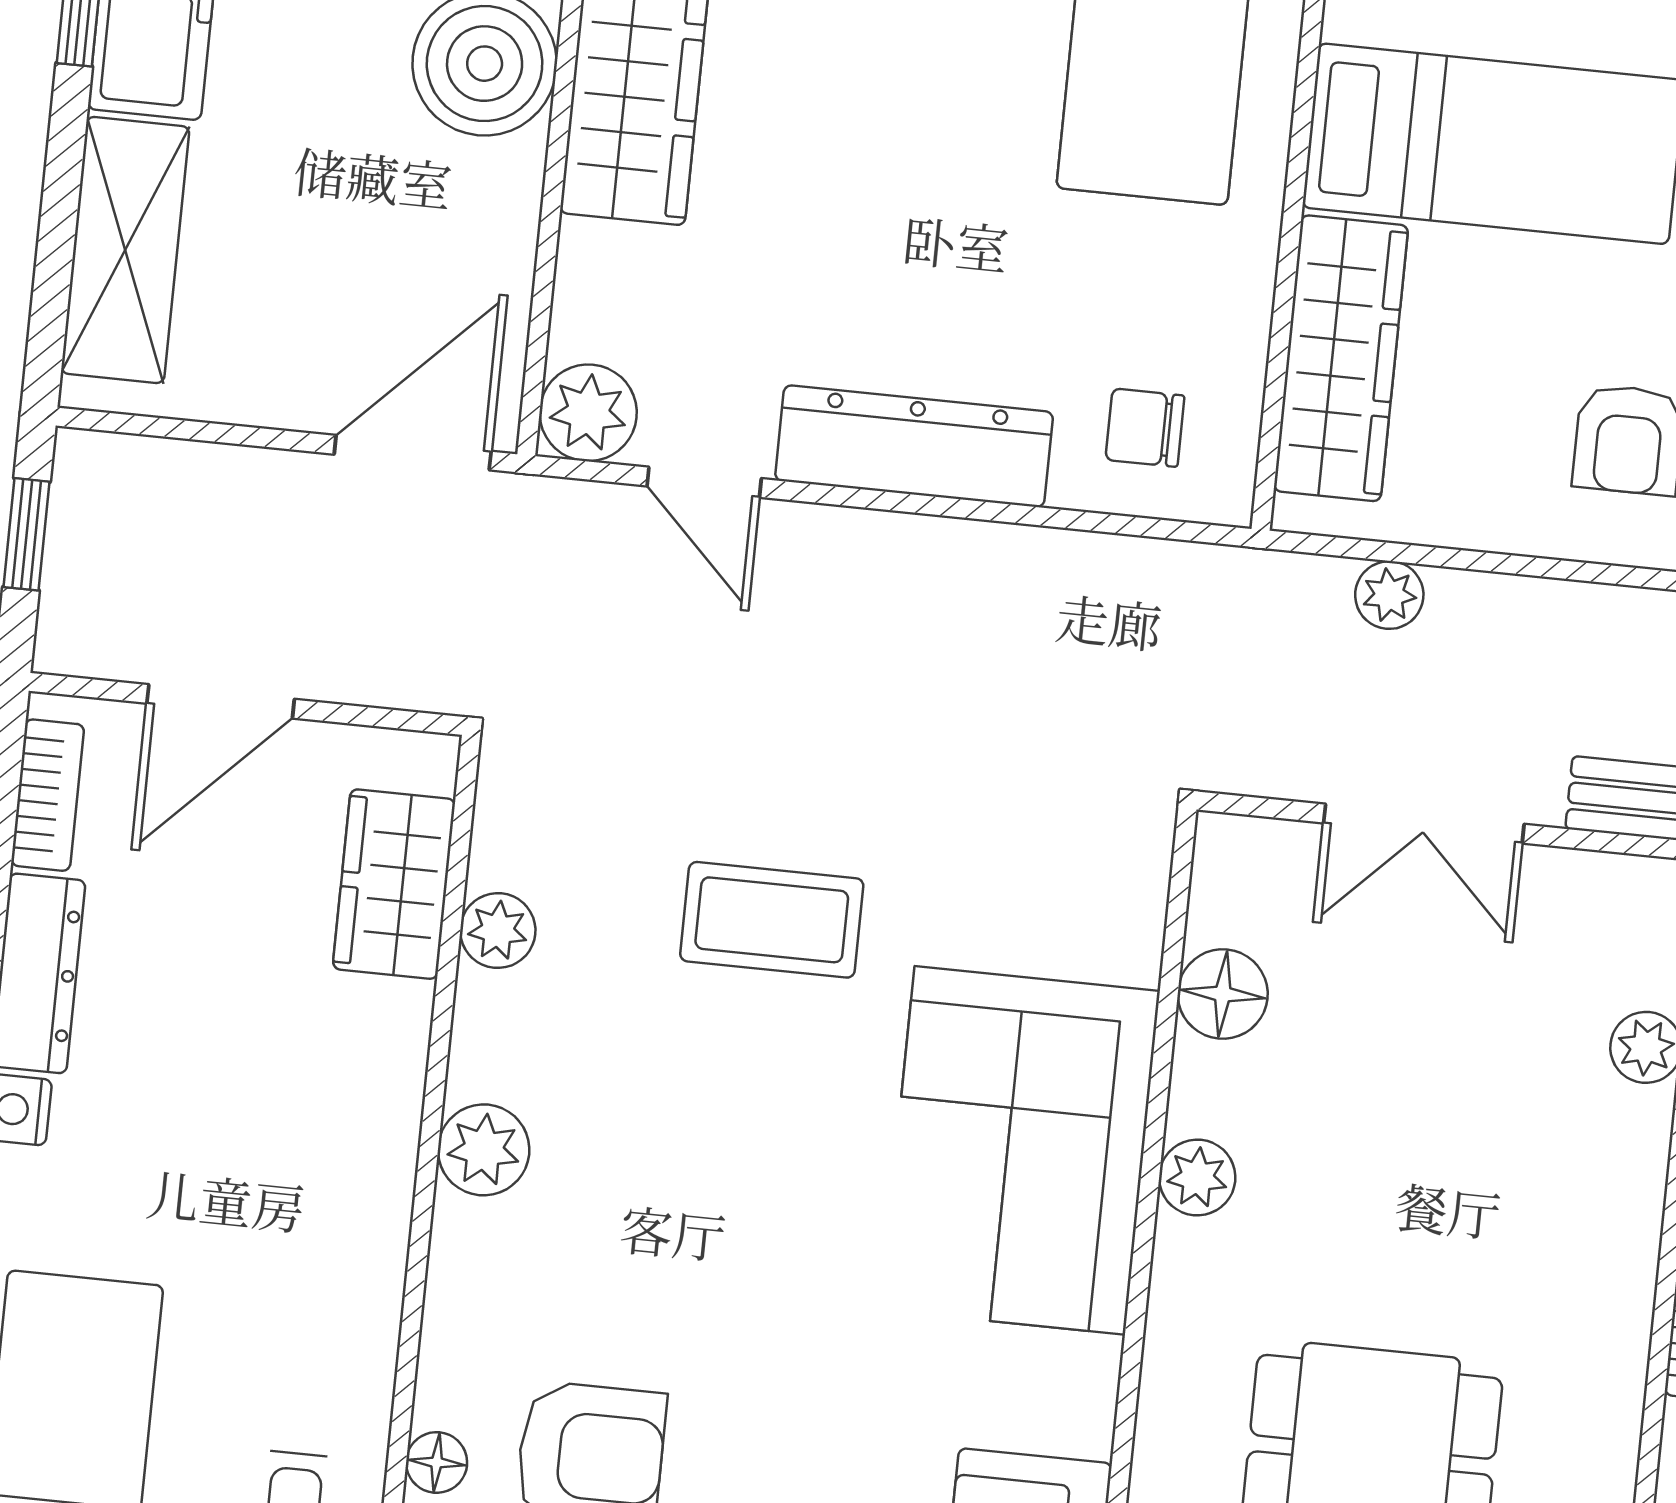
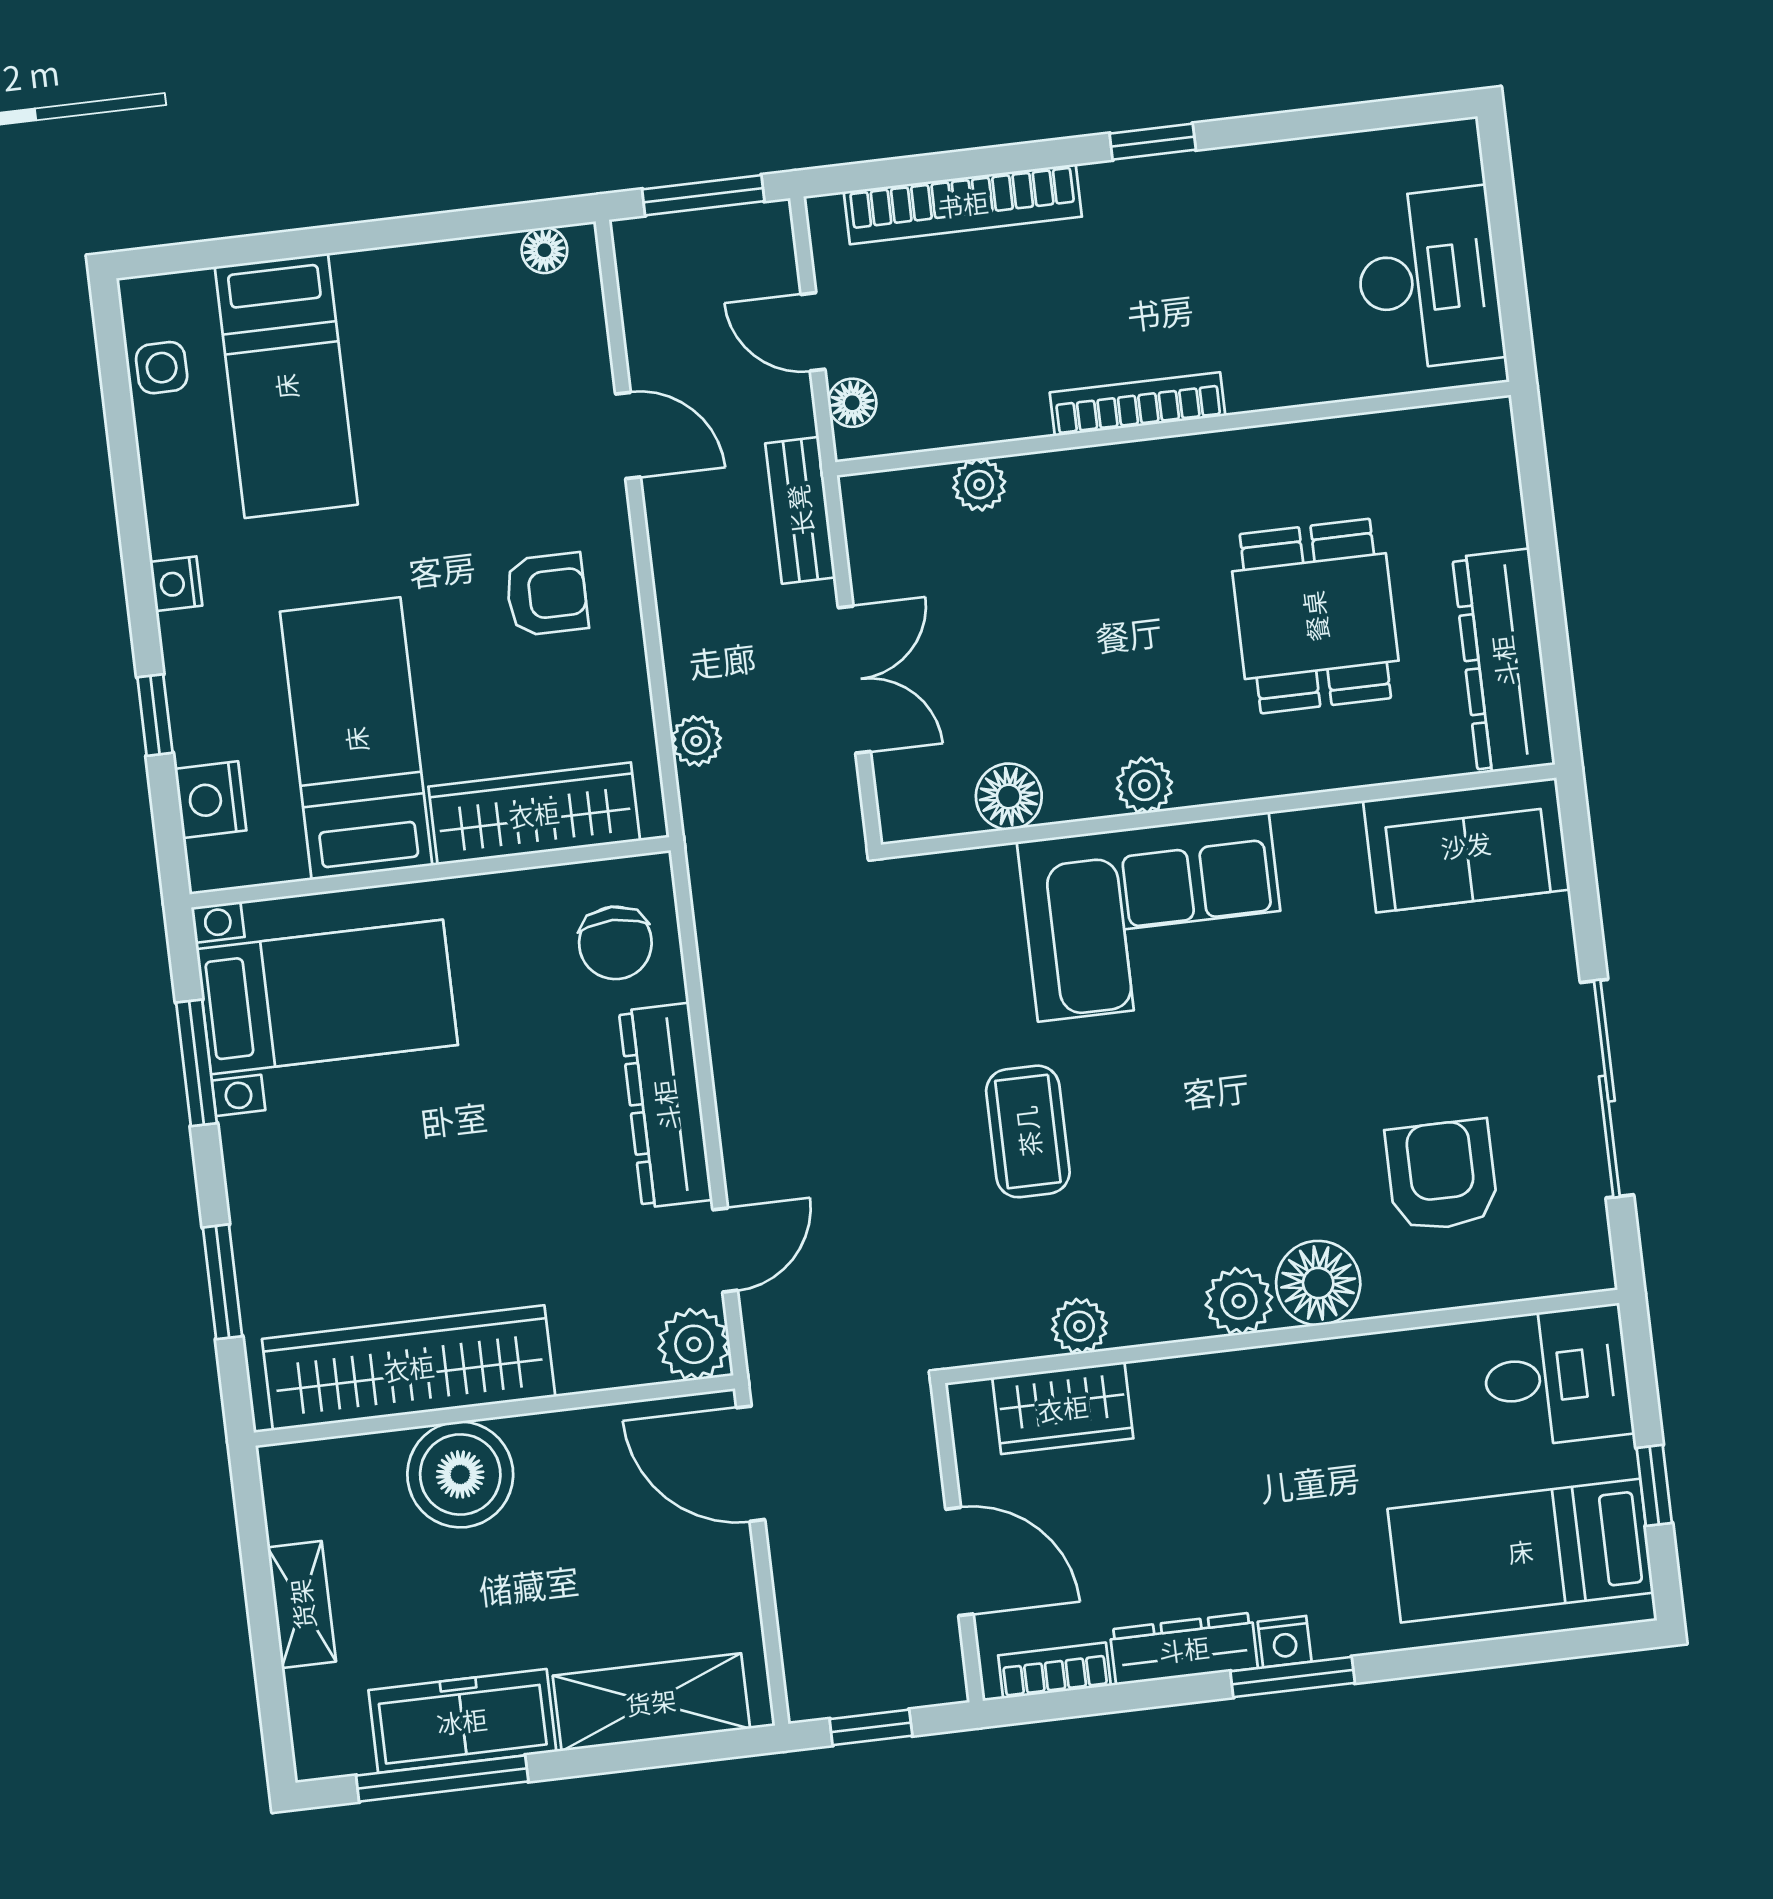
chair: (1145, 428) -> (615, 943), width x1.37, depth x1.37
floor lamp: (437, 1462) -> (1318, 1283), moved, width x1.89, depth x1.89

